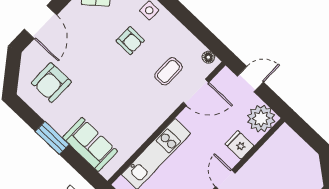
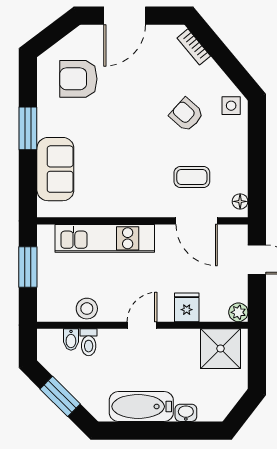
armchair: (130, 41) -> (186, 115), turned 132
plant: (261, 118) -> (238, 312), width x0.53, depth x0.53
shower: (281, 148) -> (220, 349), added

